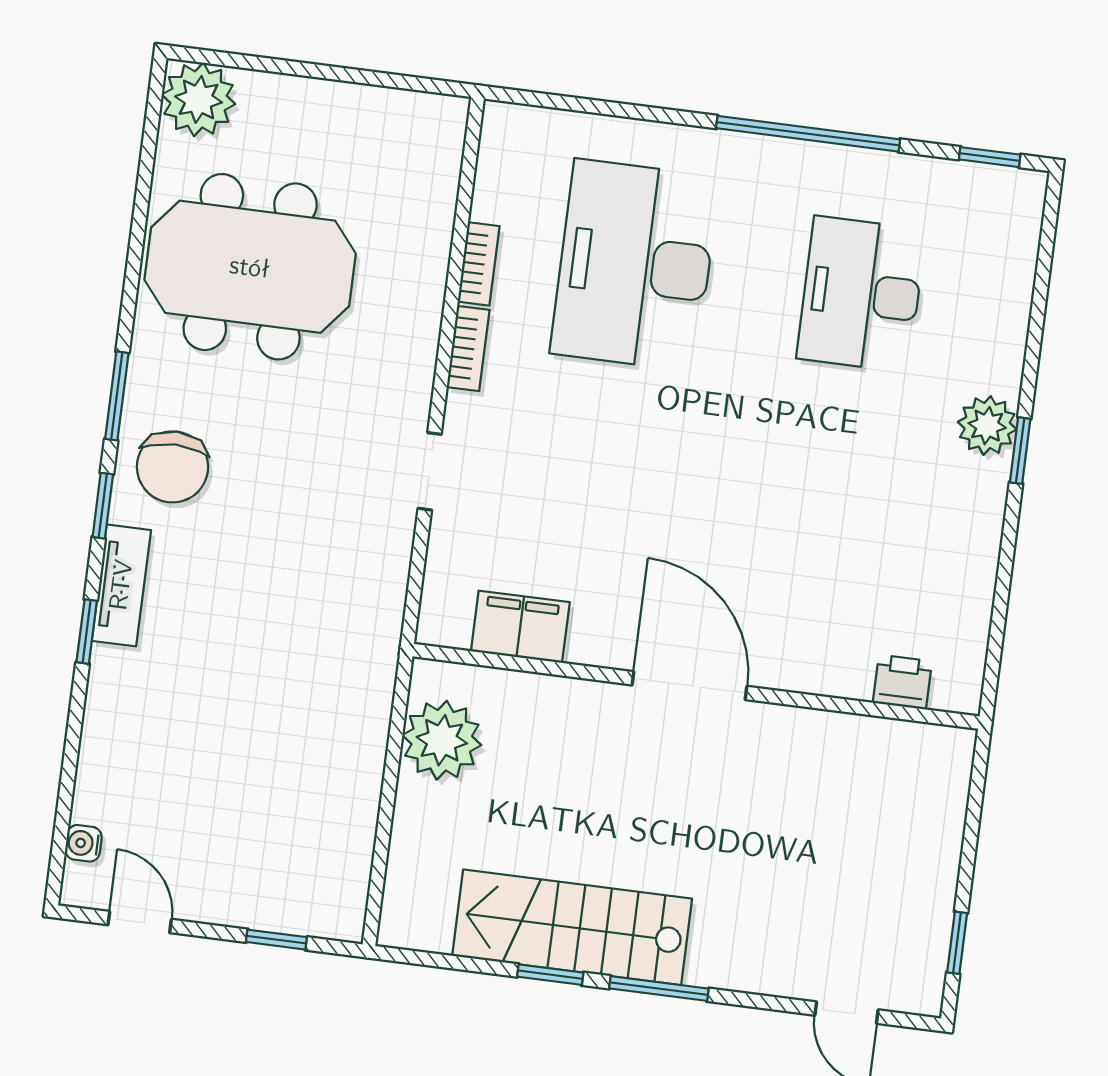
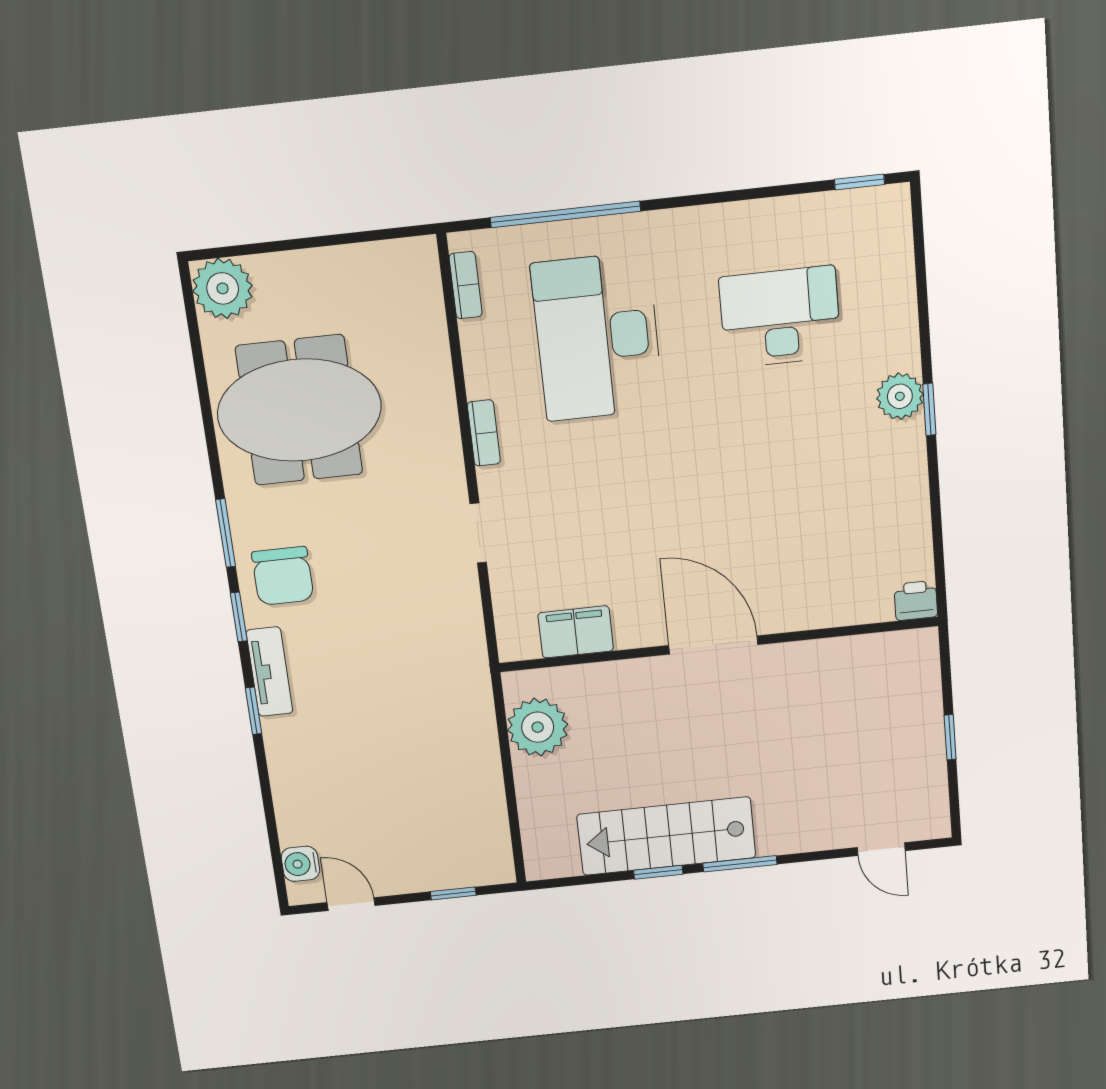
window: (808, 134) -> (565, 214), moved
bookcase: (479, 264) -> (466, 285), moved
desk: (861, 294) -> (780, 317), turned 90
printer: (902, 682) -> (916, 601), moved
water cooler: (83, 843) -> (300, 864), width x1.38, depth x1.38
window: (957, 943) -> (950, 737), moved

